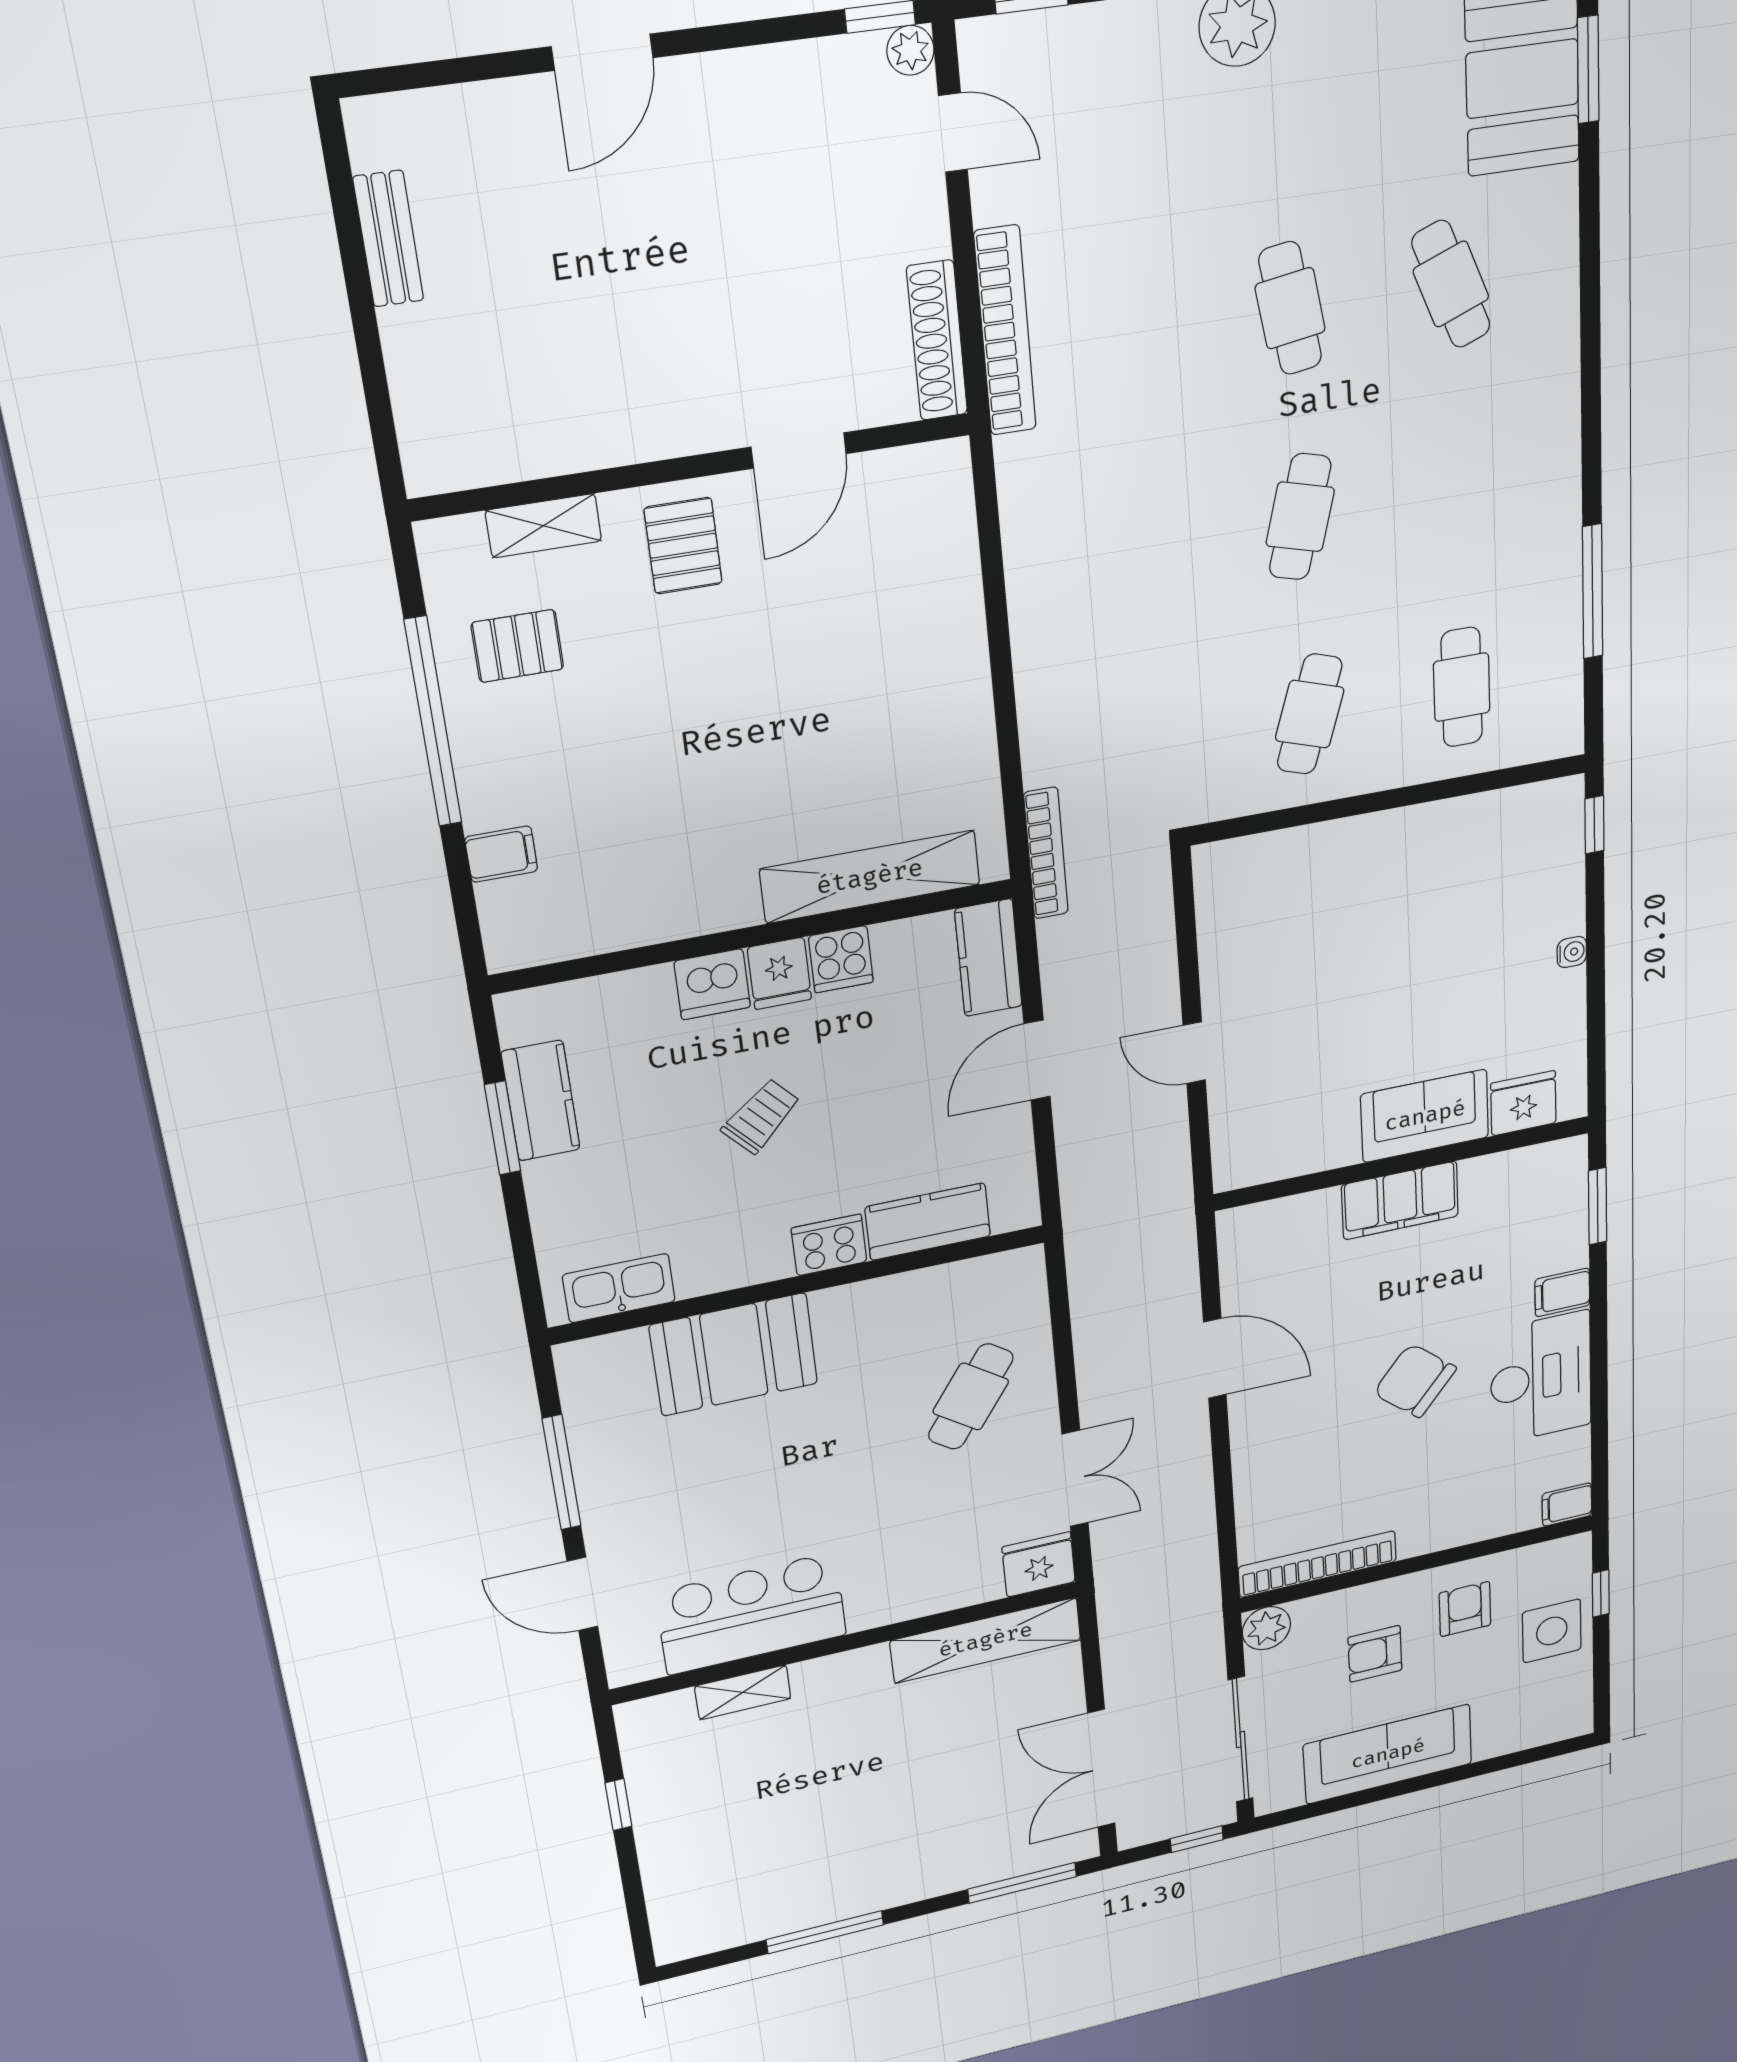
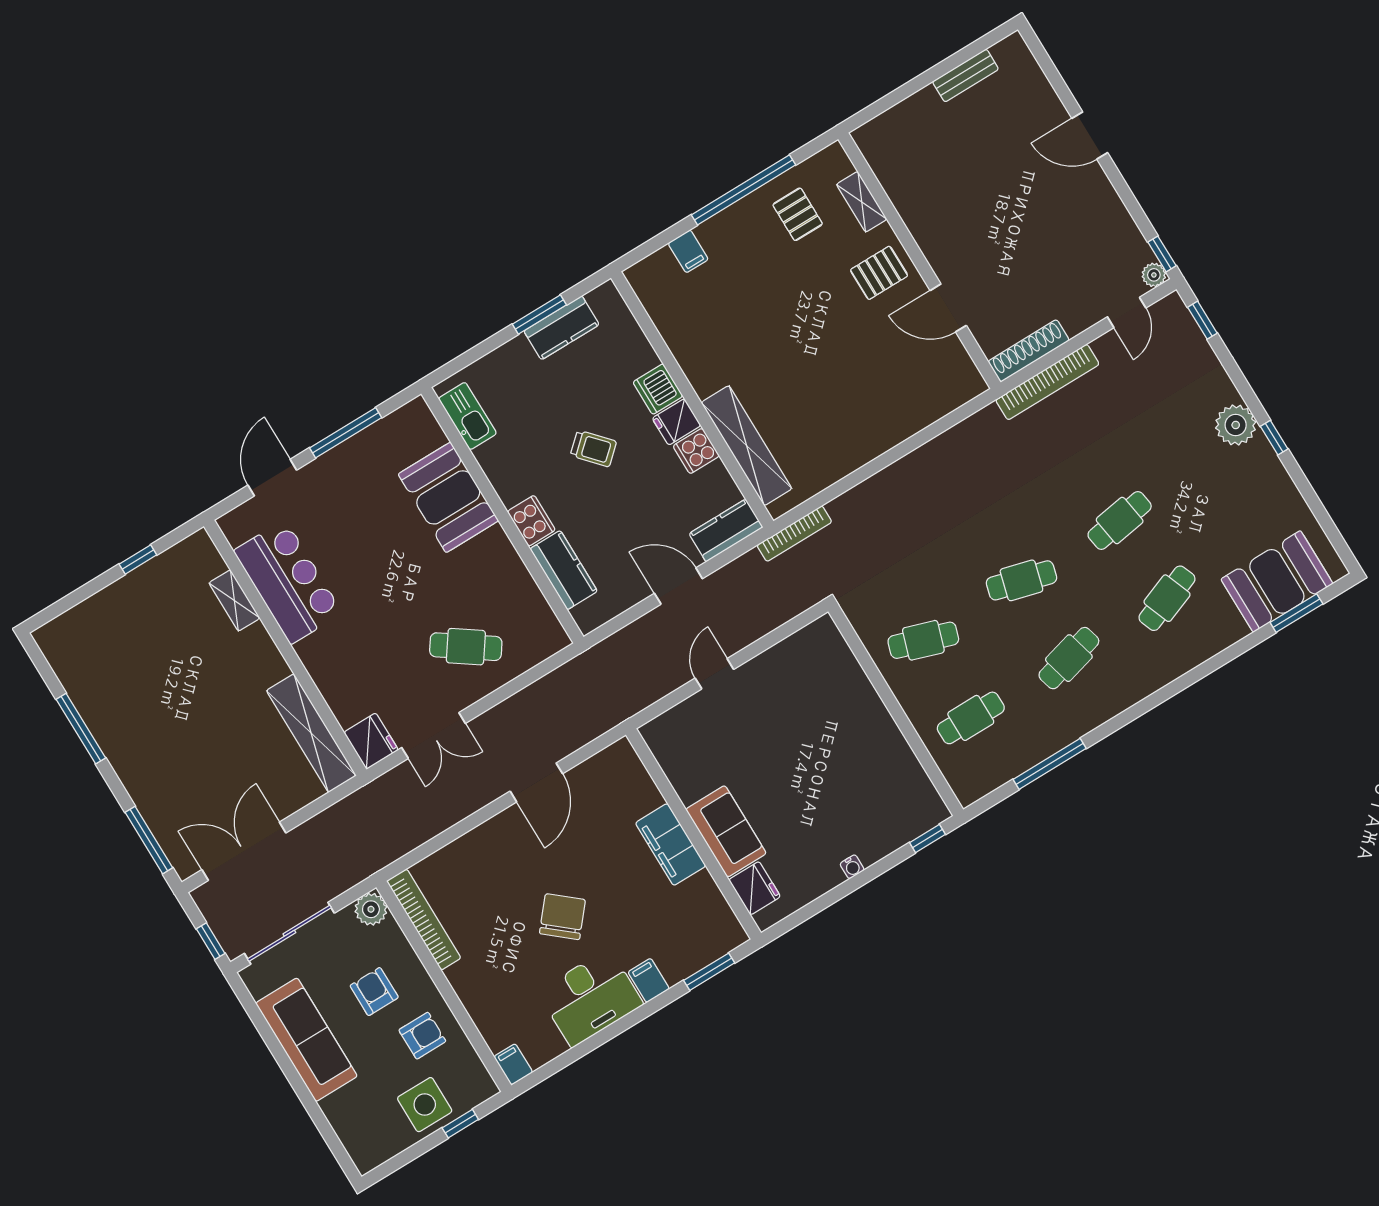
cafe table: (1456, 491) -> (1069, 658), added

